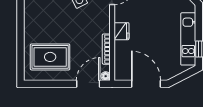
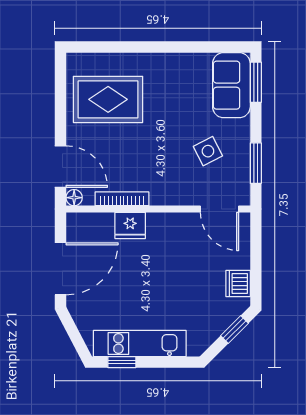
fridge: (121, 31) -> (130, 225), moved
rug: (50, 57) -> (108, 99), turned 90

